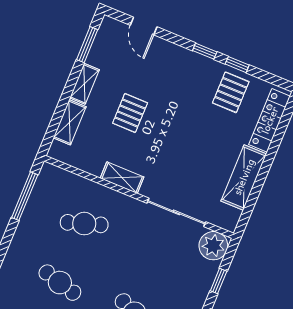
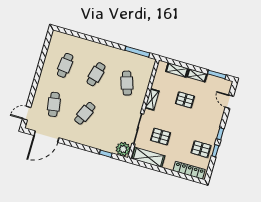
door: (144, 26) -> (229, 102), hinge flipped
pallet: (197, 169) -> (161, 137), added
shelving: (244, 177) -> (148, 157), moved

